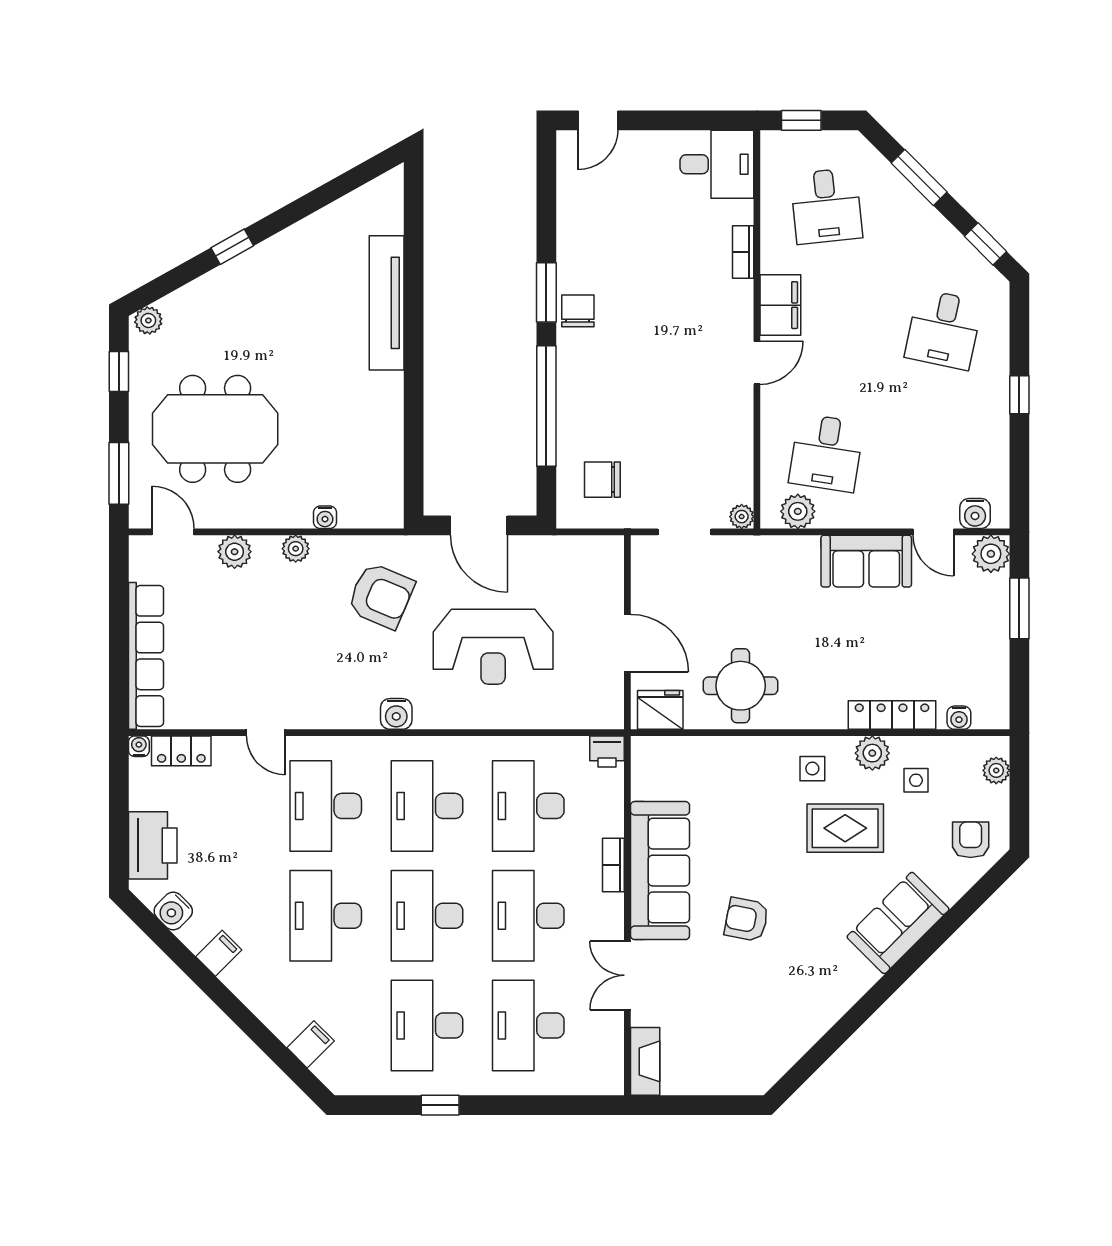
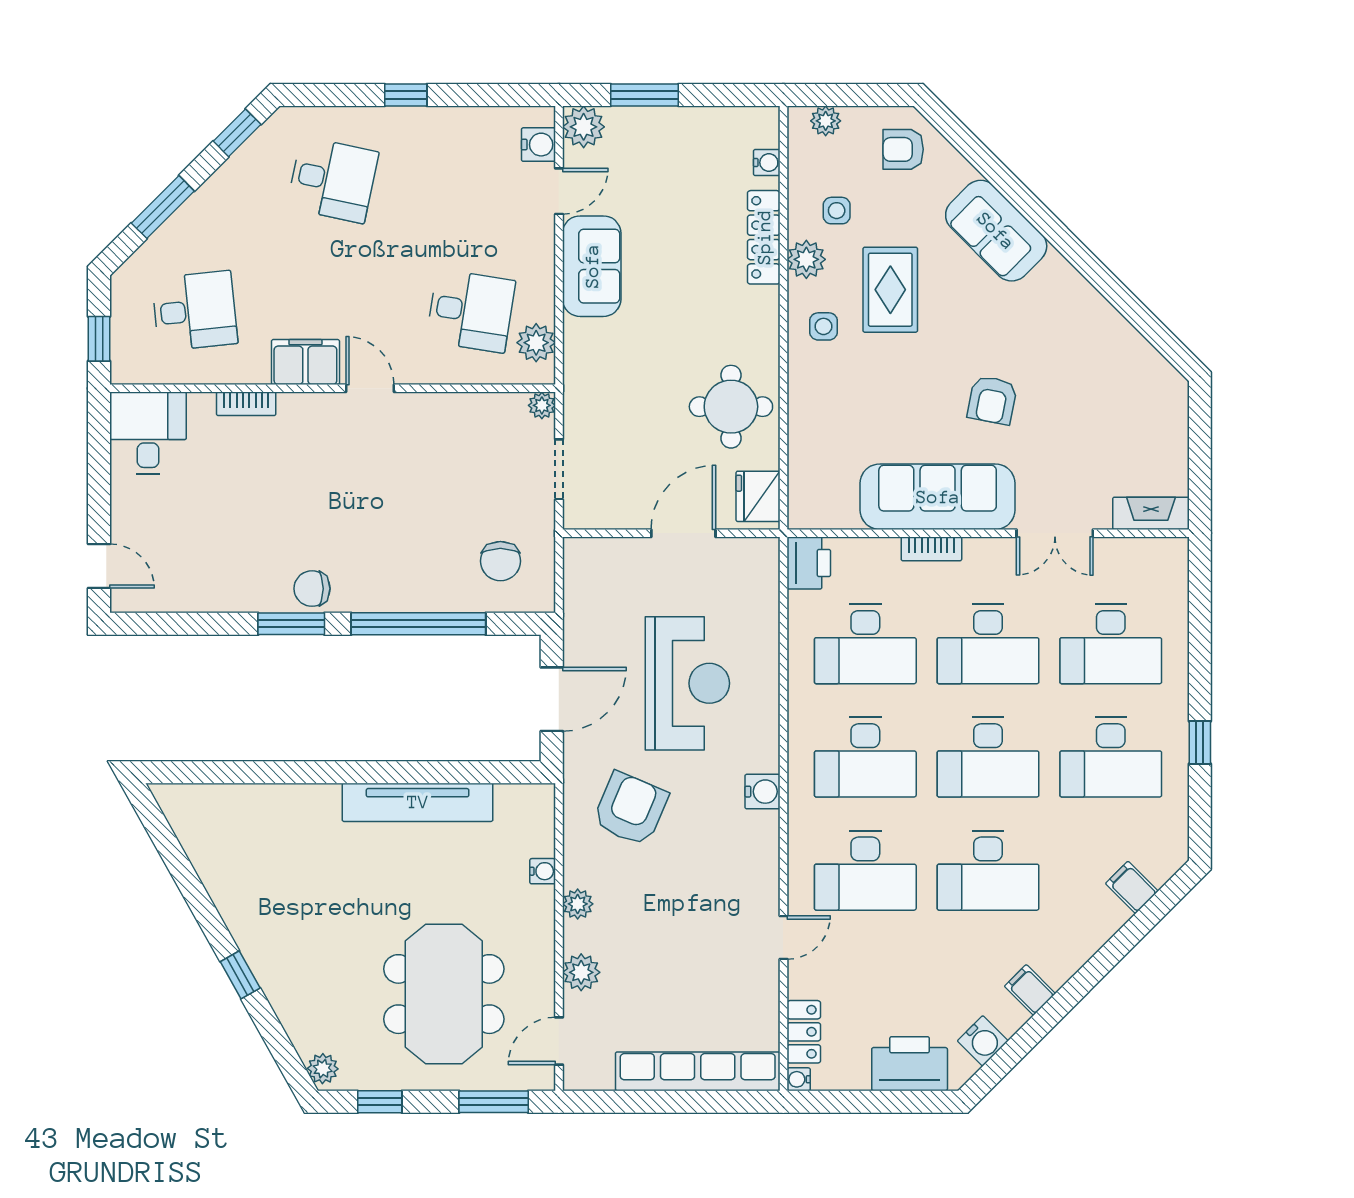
tv unit: (387, 303) -> (418, 802), moved
printer: (607, 752) -> (809, 563), width x1.36, depth x1.24

